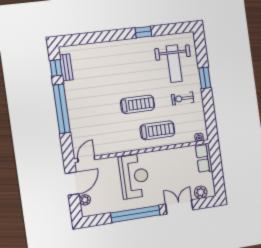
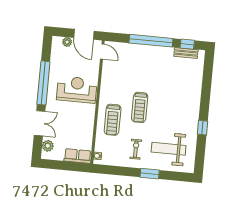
reception desk: (134, 176) -> (77, 90), turned 180

